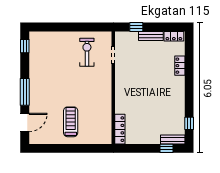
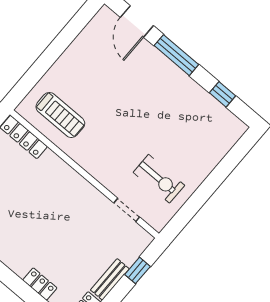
window: (25, 46) -> (222, 94), moved
treadmill: (71, 122) -> (60, 115), moved

